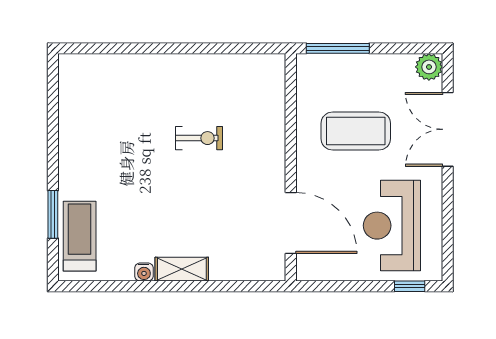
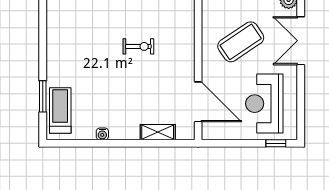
coffee table: (356, 131) -> (241, 42), turned -34
shelving: (182, 269) -> (158, 132), moved

